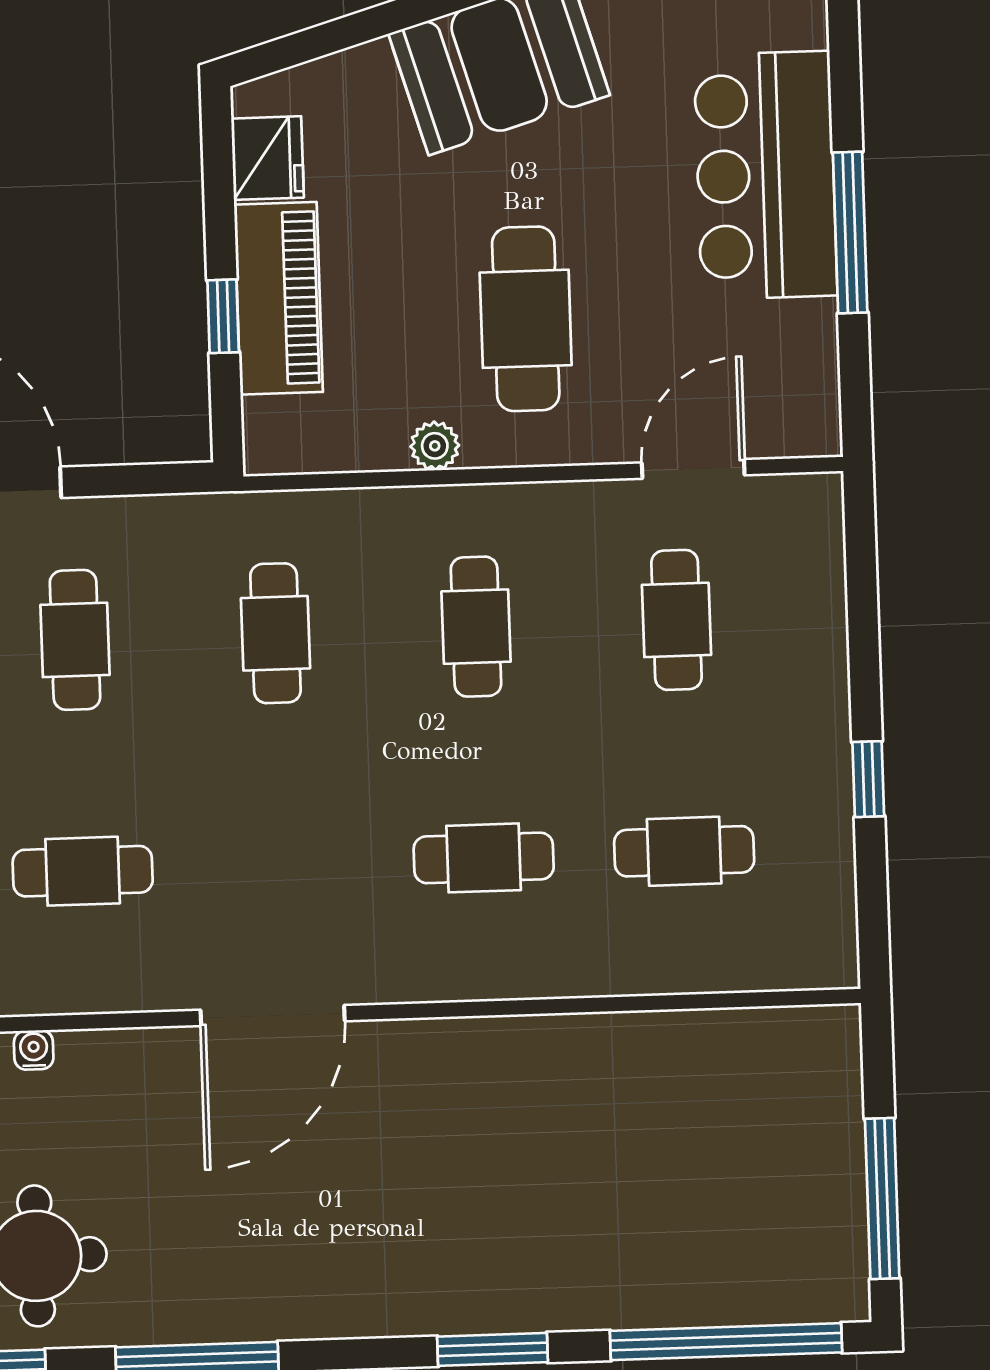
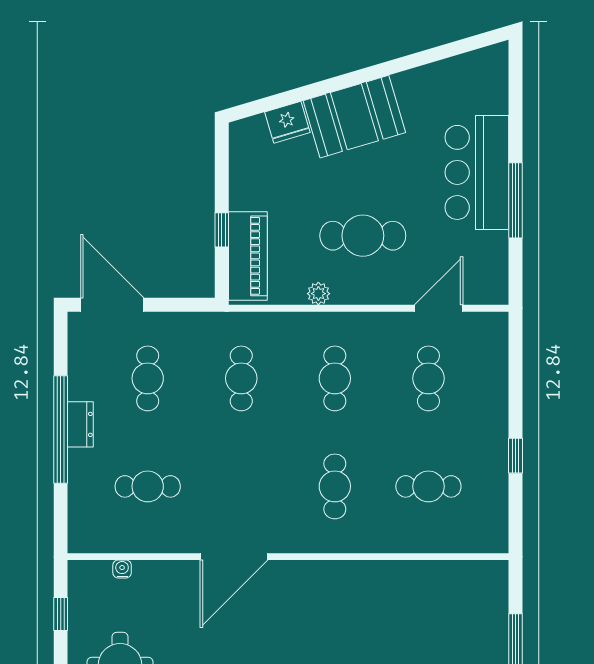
fridge: (268, 158) -> (287, 122), moved, turned 73
piano: (278, 298) -> (248, 256), moved
cafe table: (526, 319) -> (363, 236), turned 90
cafe table: (484, 858) -> (335, 486), turned 90

